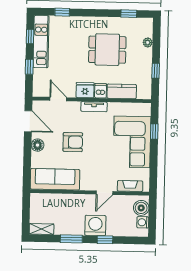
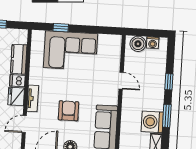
tv unit: (94, 107) -> (33, 98), moved
fireplace: (130, 186) -> (115, 54), removed
washing machine: (95, 225) -> (152, 122), moved

